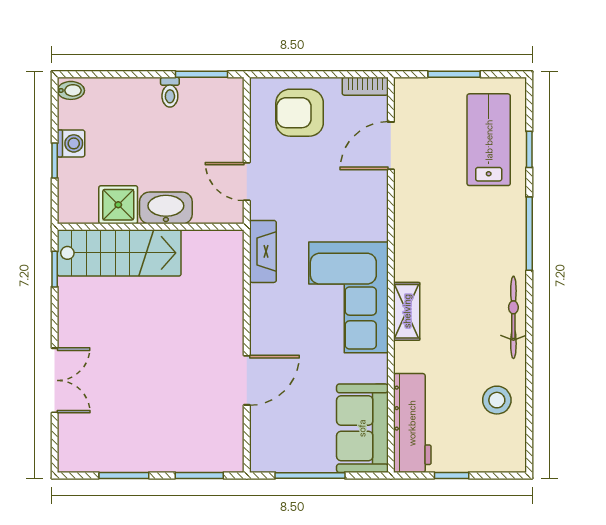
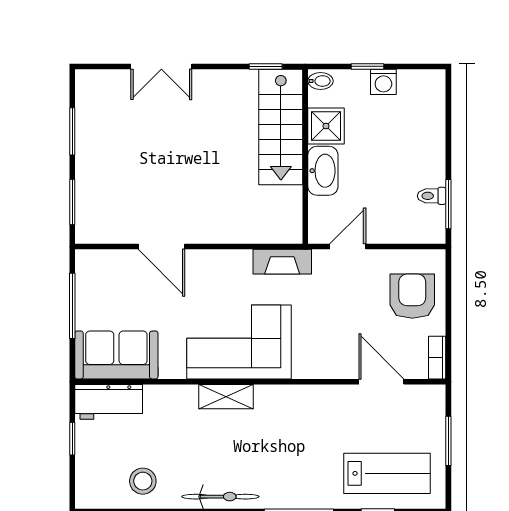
bidet: (71, 90) -> (321, 81), moved, turned -90
toilet: (170, 92) -> (432, 196), moved
workbench: (412, 423) -> (109, 402), width x0.73

